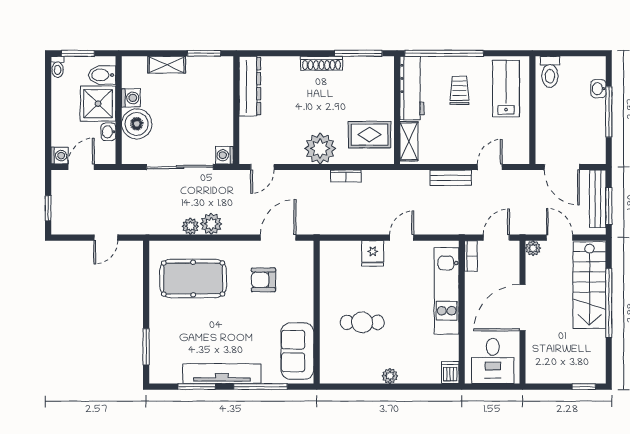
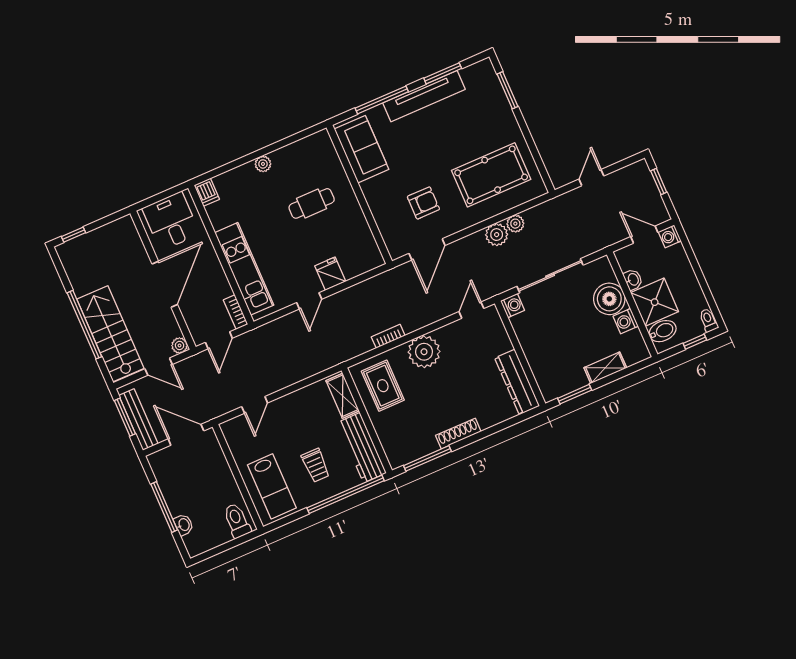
window: (78, 53) -> (695, 342), width x0.67
rug: (370, 135) -> (383, 386), turned 90
door: (81, 167) -> (644, 235), swing flipped
bench: (451, 178) -> (287, 378), removed

